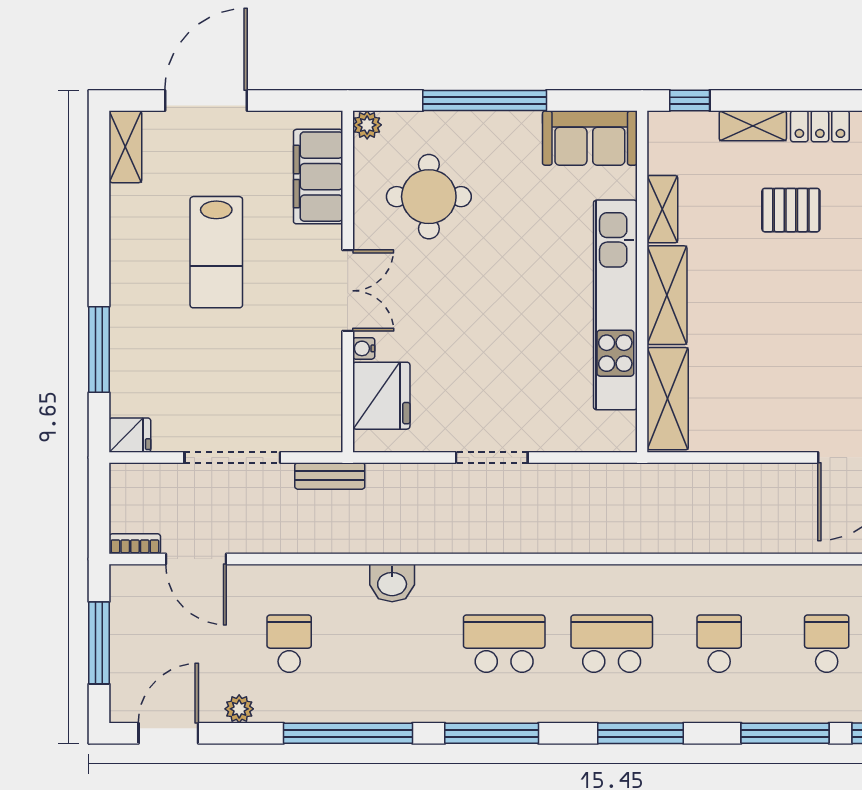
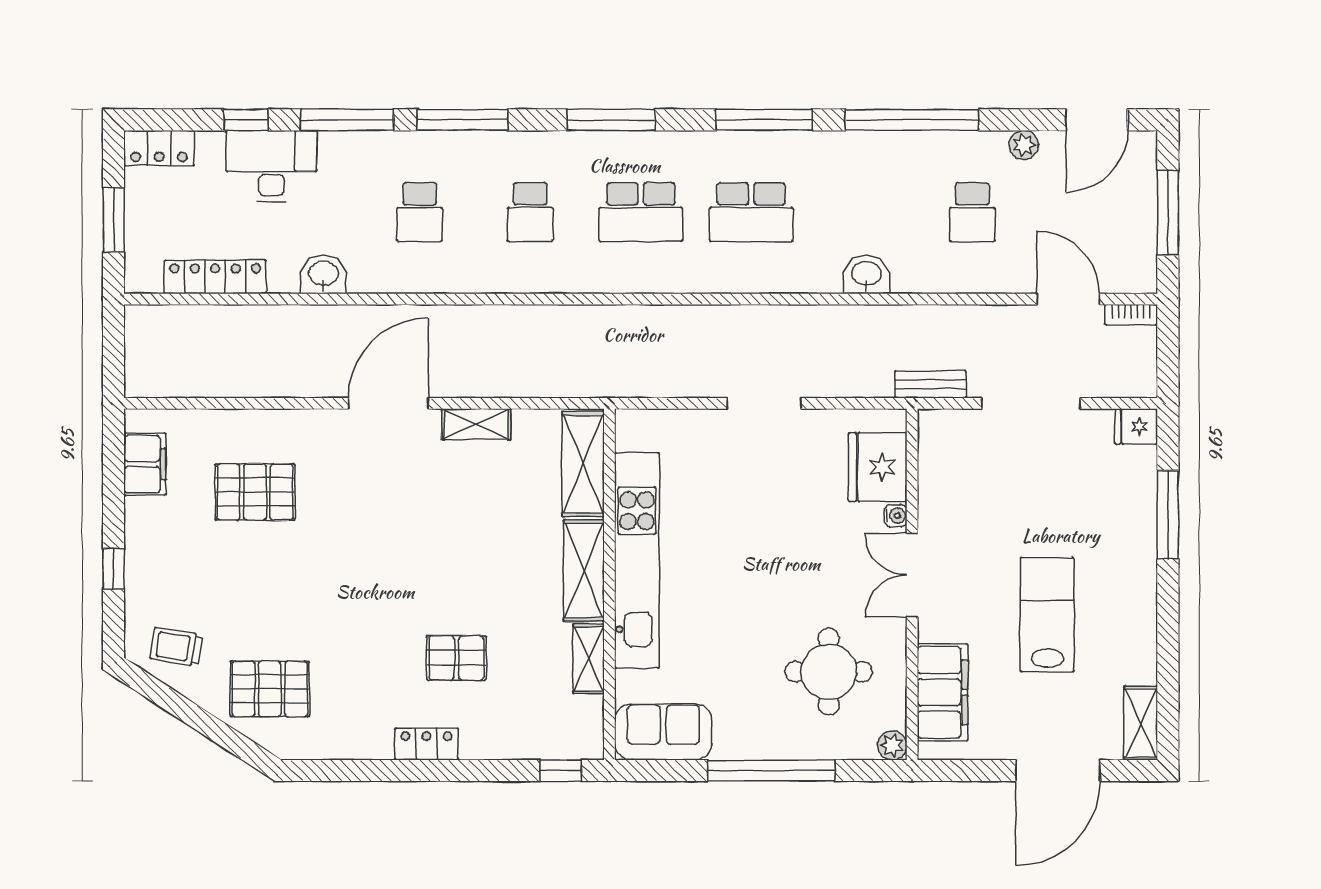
shelving: (753, 126) -> (476, 424), moved

